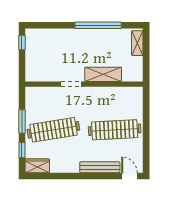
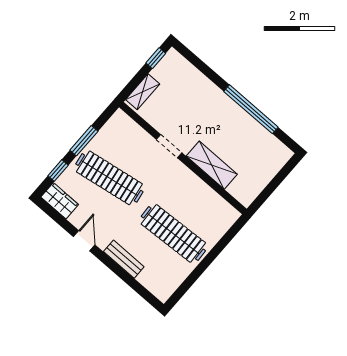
shelving: (137, 43) -> (143, 92), moved
bench: (100, 167) -> (124, 259), width x0.73
door: (130, 176) -> (84, 241), moved

